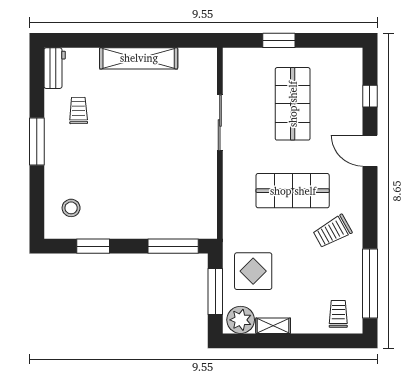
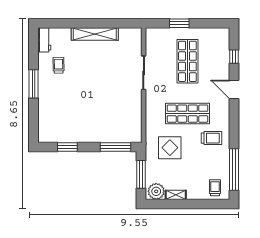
stool: (71, 208) -> (54, 124), removed
trolley: (332, 231) -> (211, 138), turned -151
display table: (253, 271) -> (170, 148), moved

